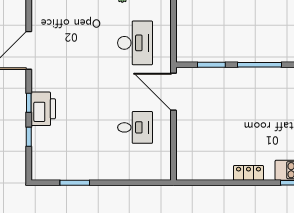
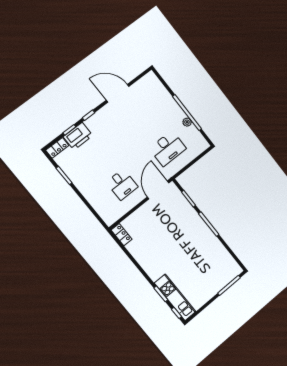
printer: (43, 109) -> (78, 136), moved
locker: (38, 166) -> (57, 148), added
locker: (248, 173) -> (121, 235), moved

